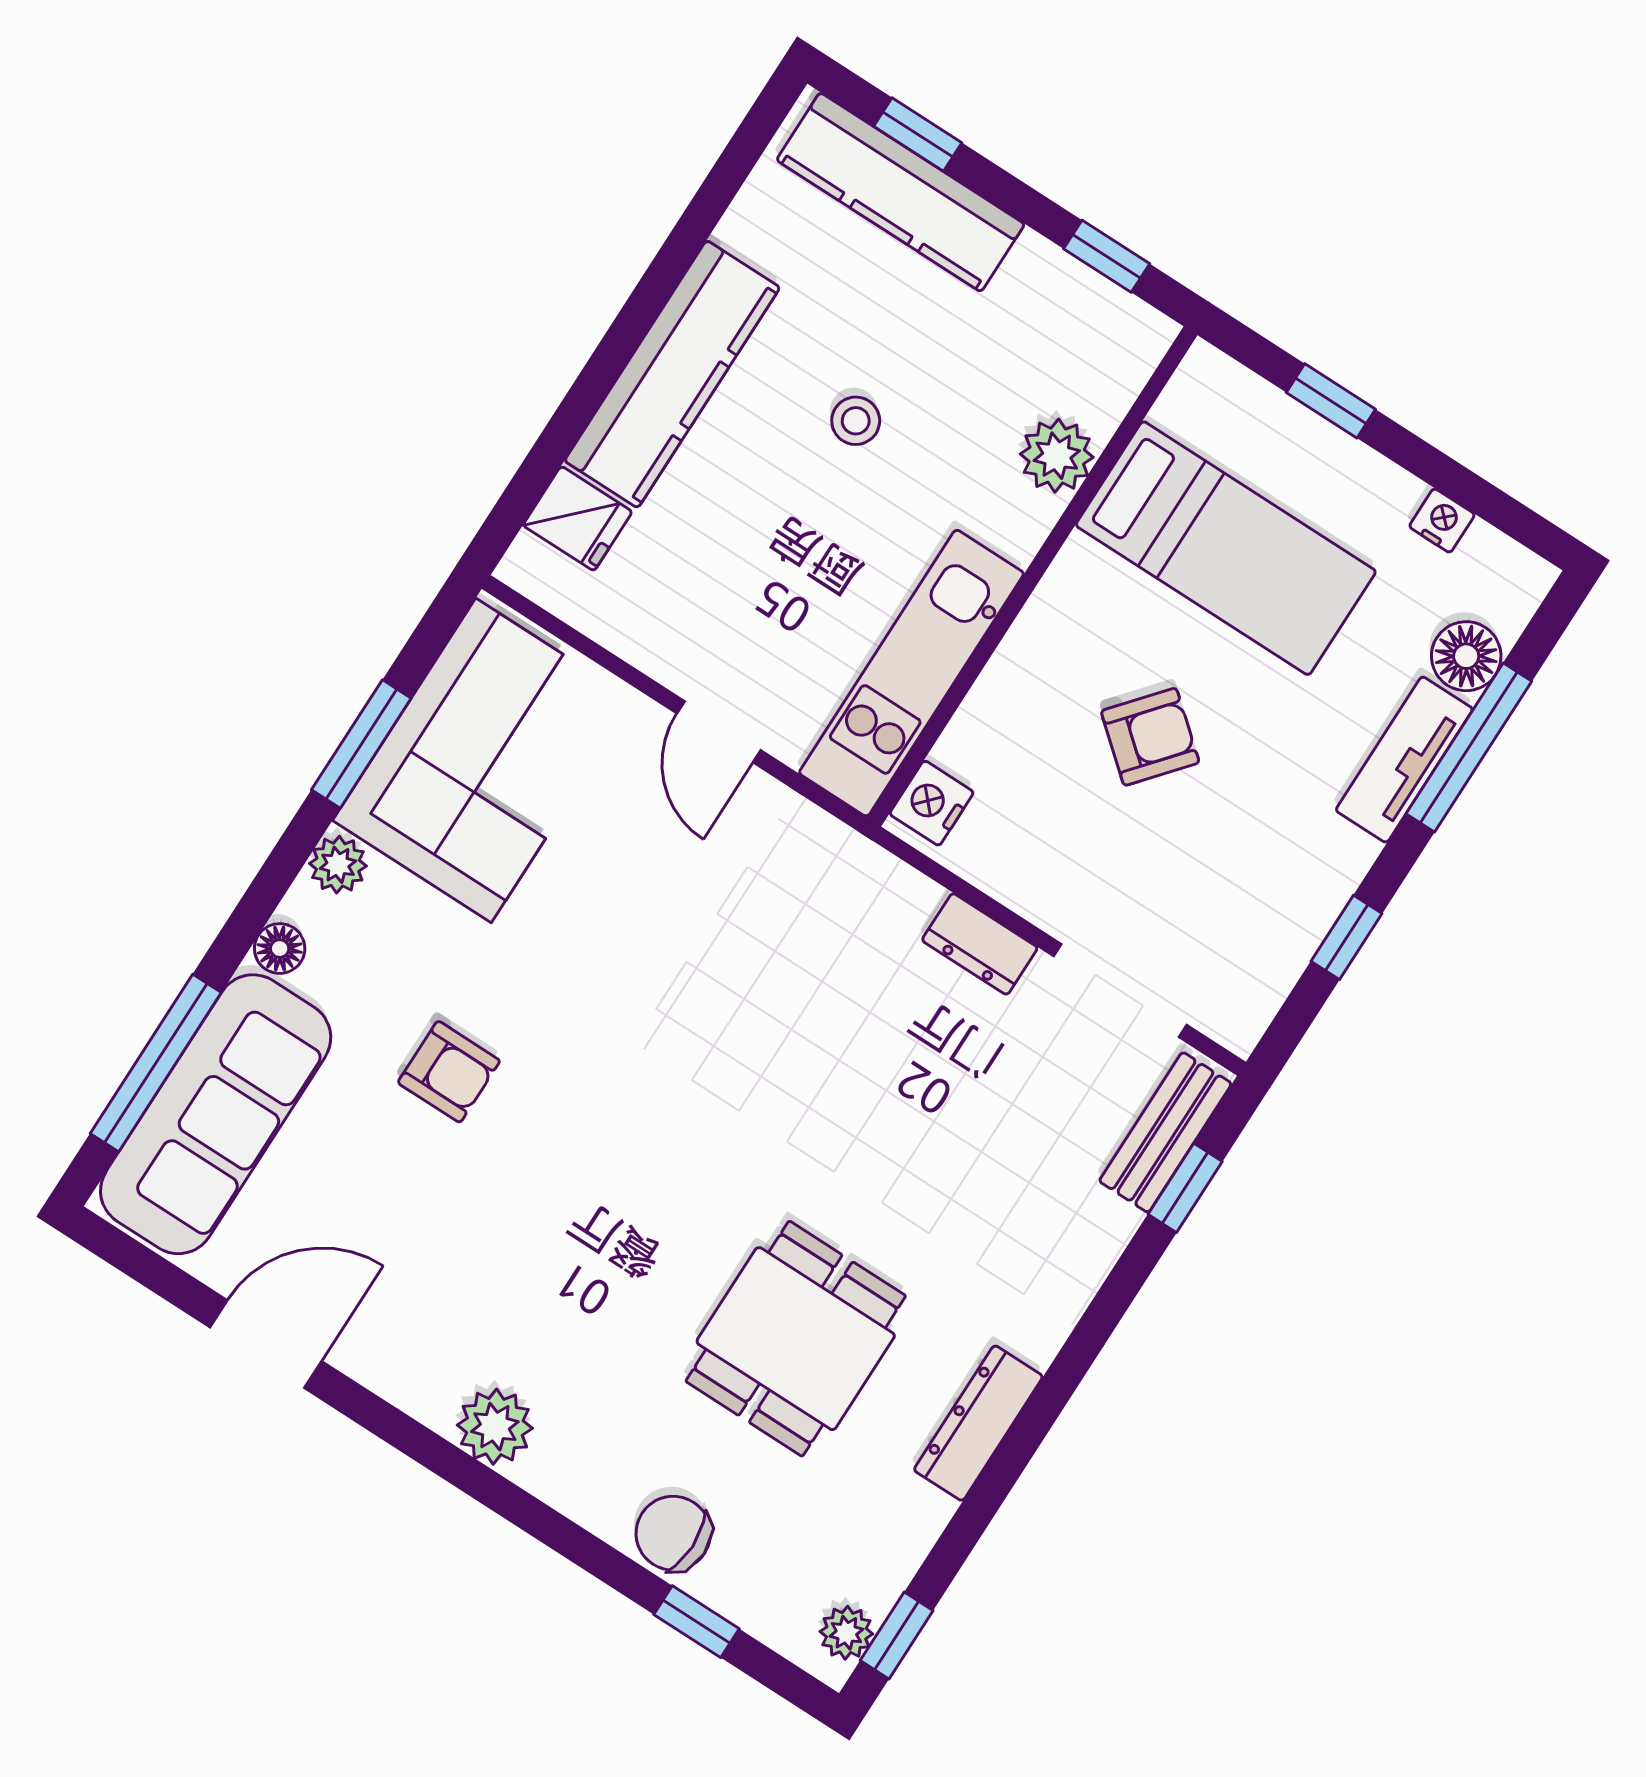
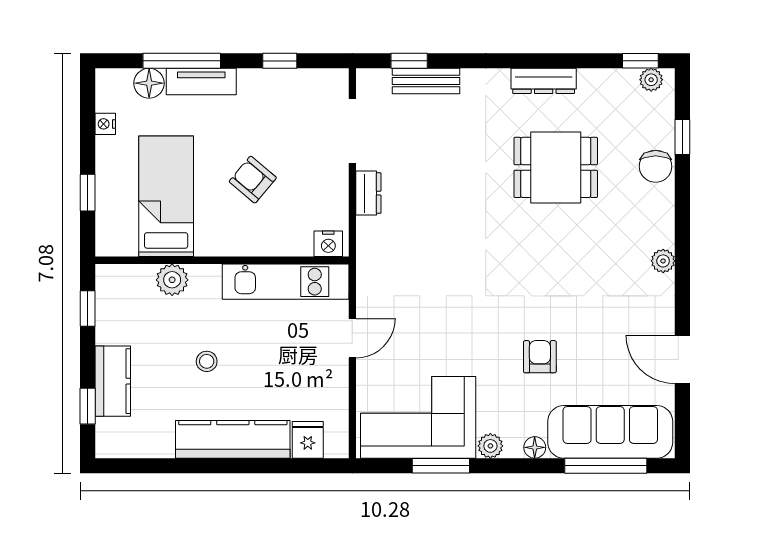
kitchen counter: (901, 192) -> (113, 381), width x0.67
bench: (1165, 1132) -> (426, 81), moved
plant: (495, 1427) -> (663, 261), width x0.73, depth x0.73

